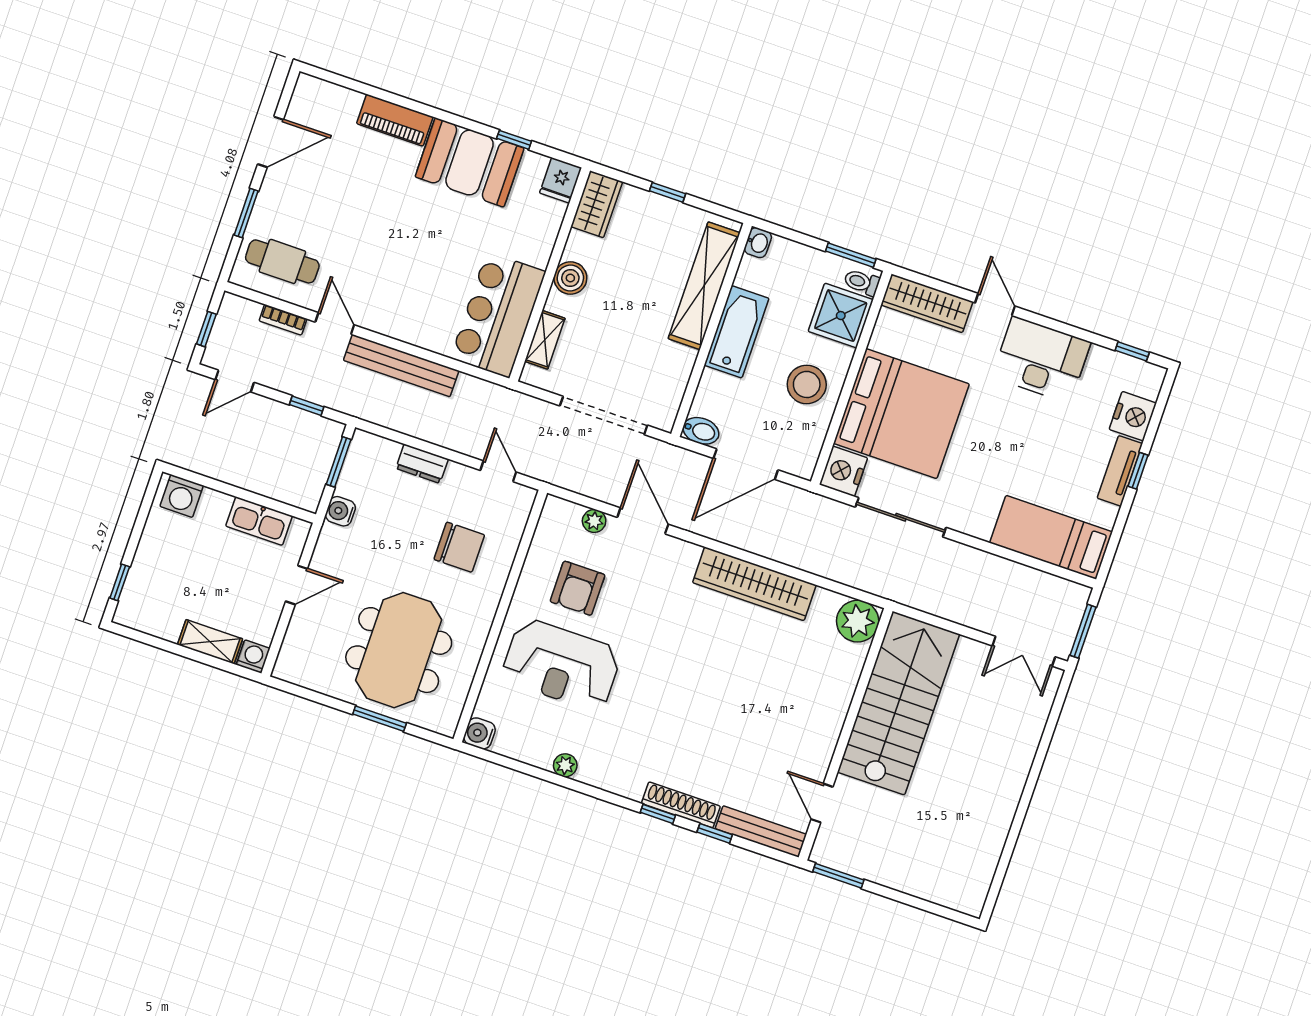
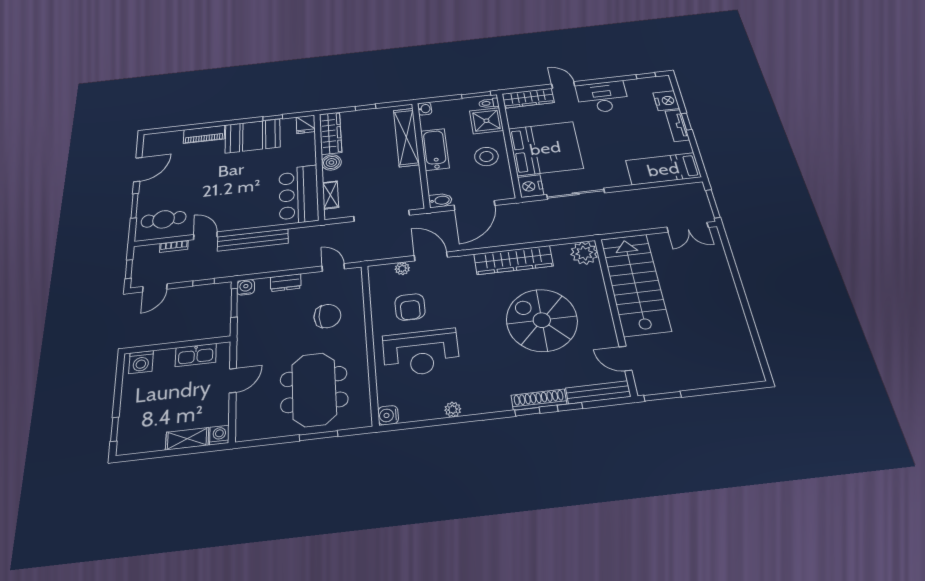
wardrobe: (597, 204) -> (330, 133), width x1.50
water cooler: (340, 511) -> (246, 287), moved, turned 90
spiral stairs: (744, 695) -> (542, 320), added

